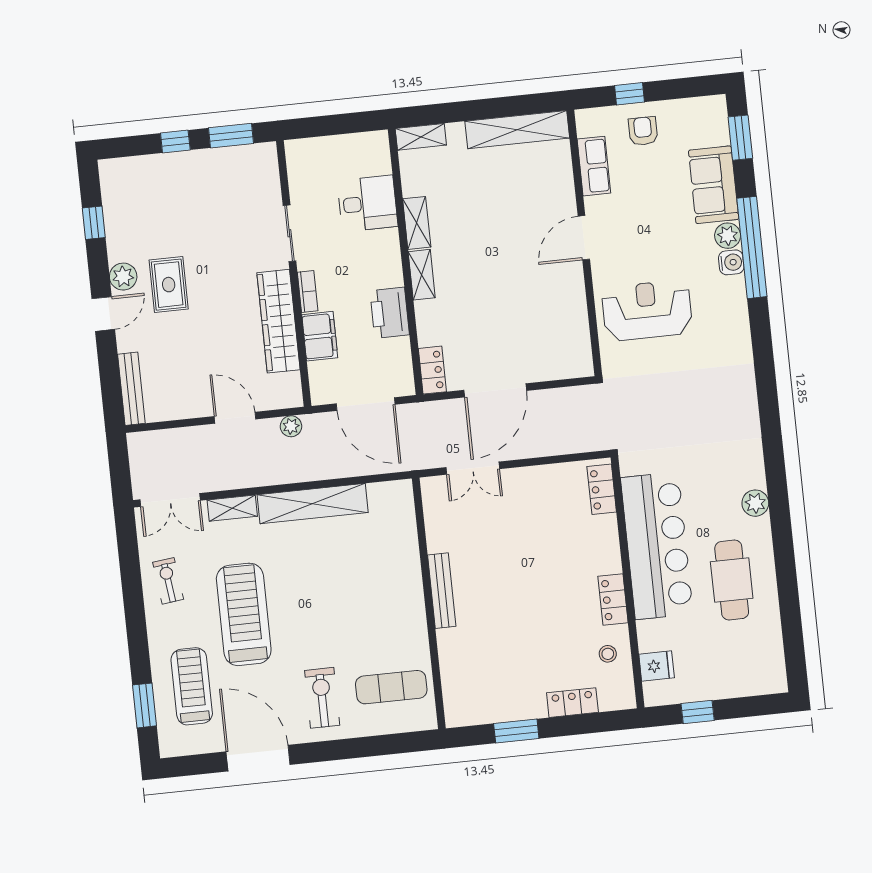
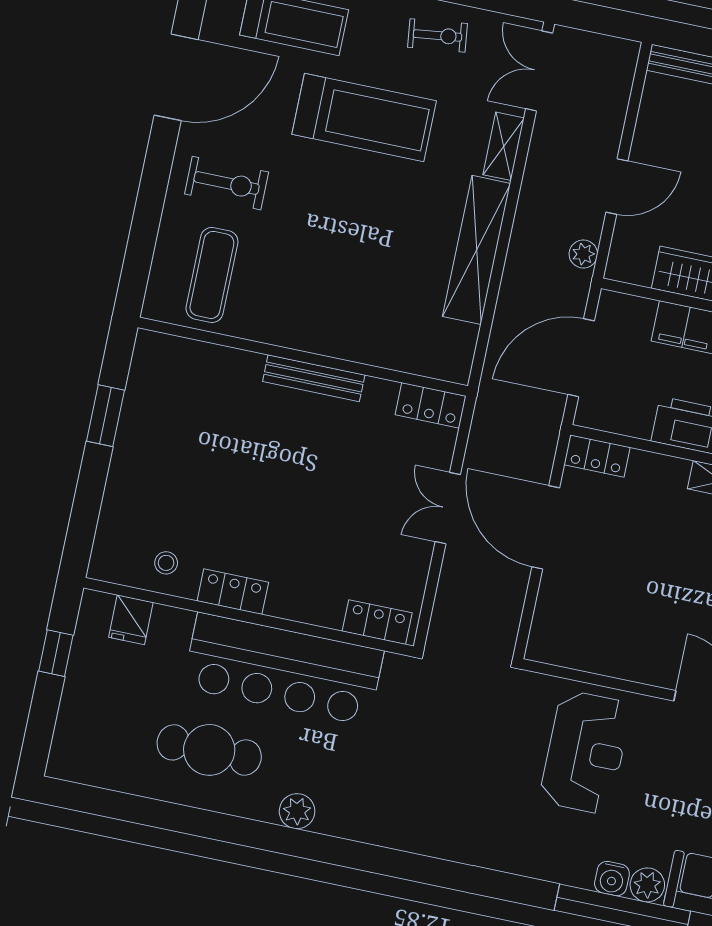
double door: (473, 468) -> (448, 508), moved
locker: (572, 703) -> (431, 405), moved, turned 90

